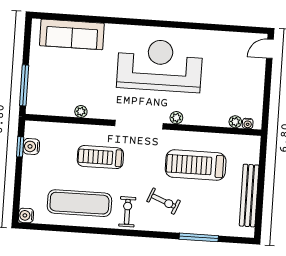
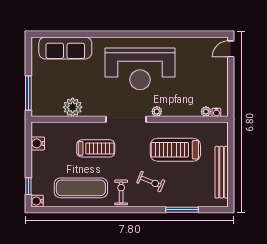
reception desk: (160, 65) -> (140, 69), turned 180
plant: (81, 112) -> (73, 107), width x1.88, depth x1.88
window: (20, 147) -> (28, 186), moved
treadmill: (100, 157) -> (96, 148), turned 180

